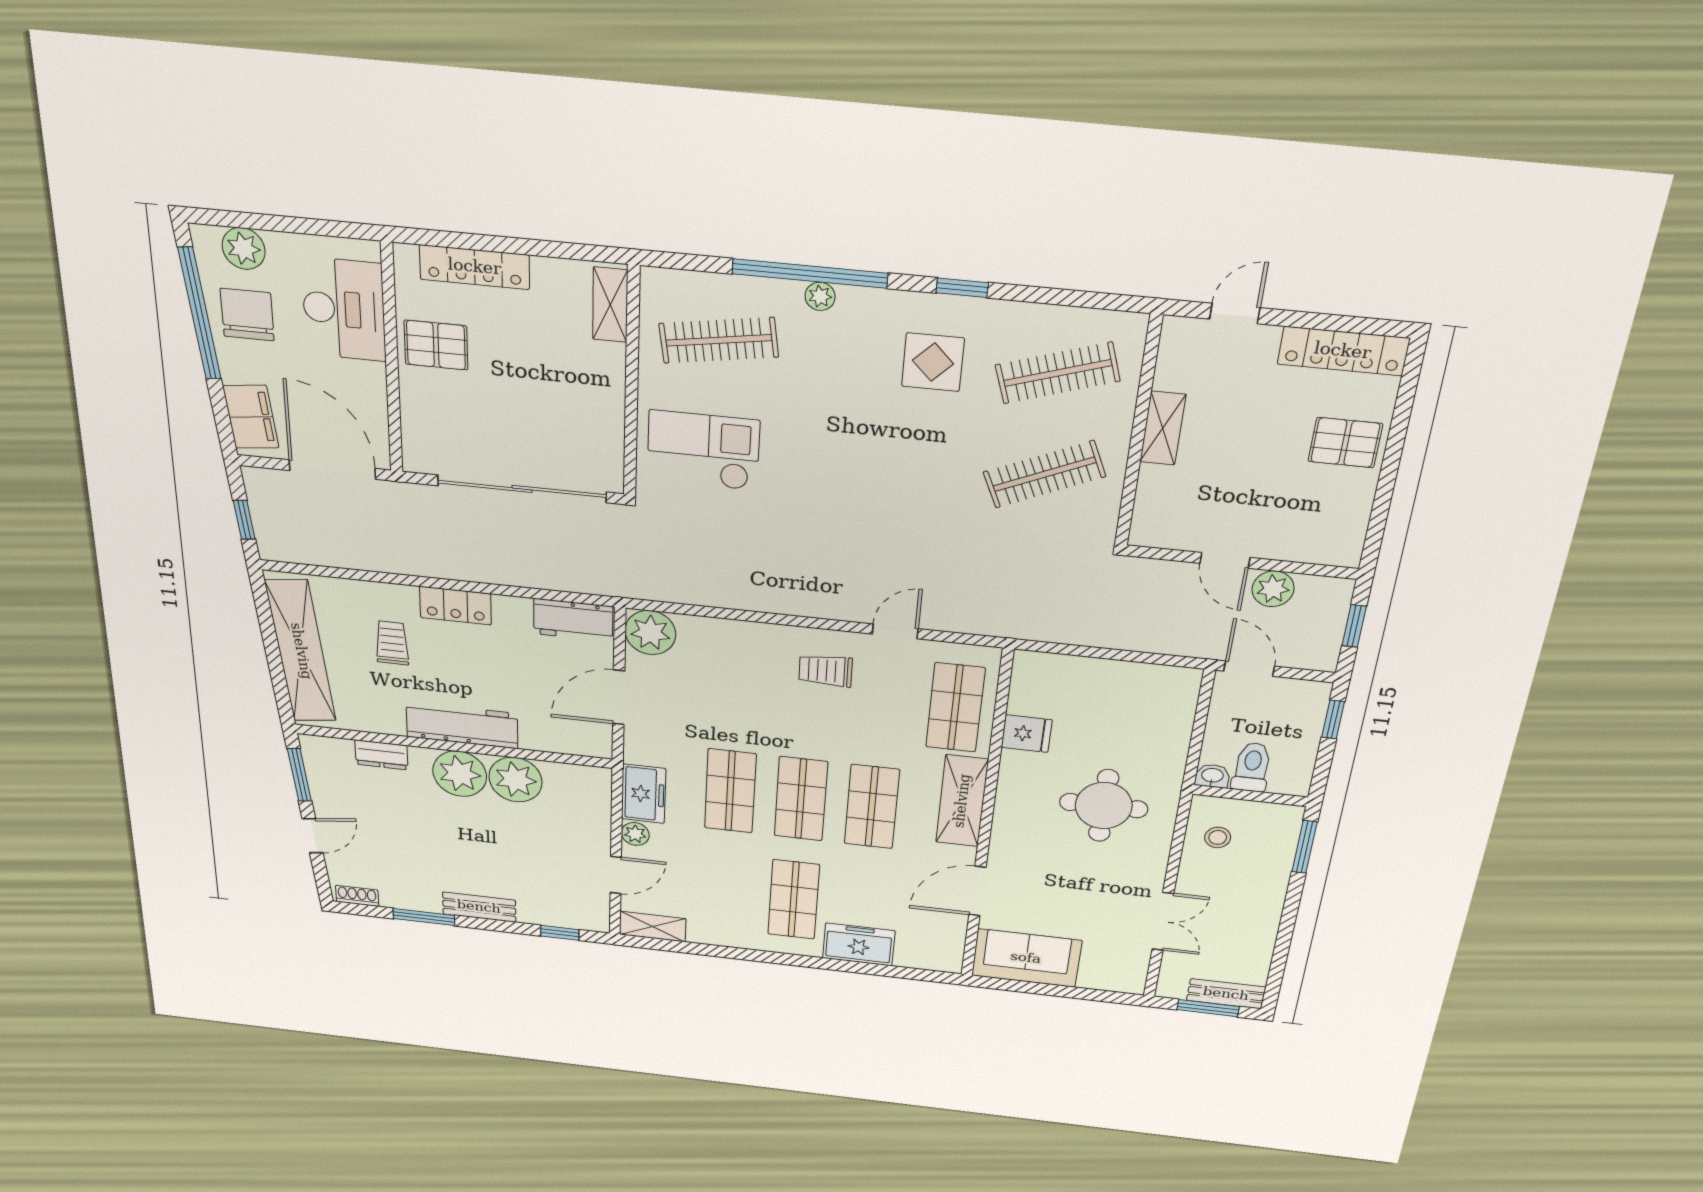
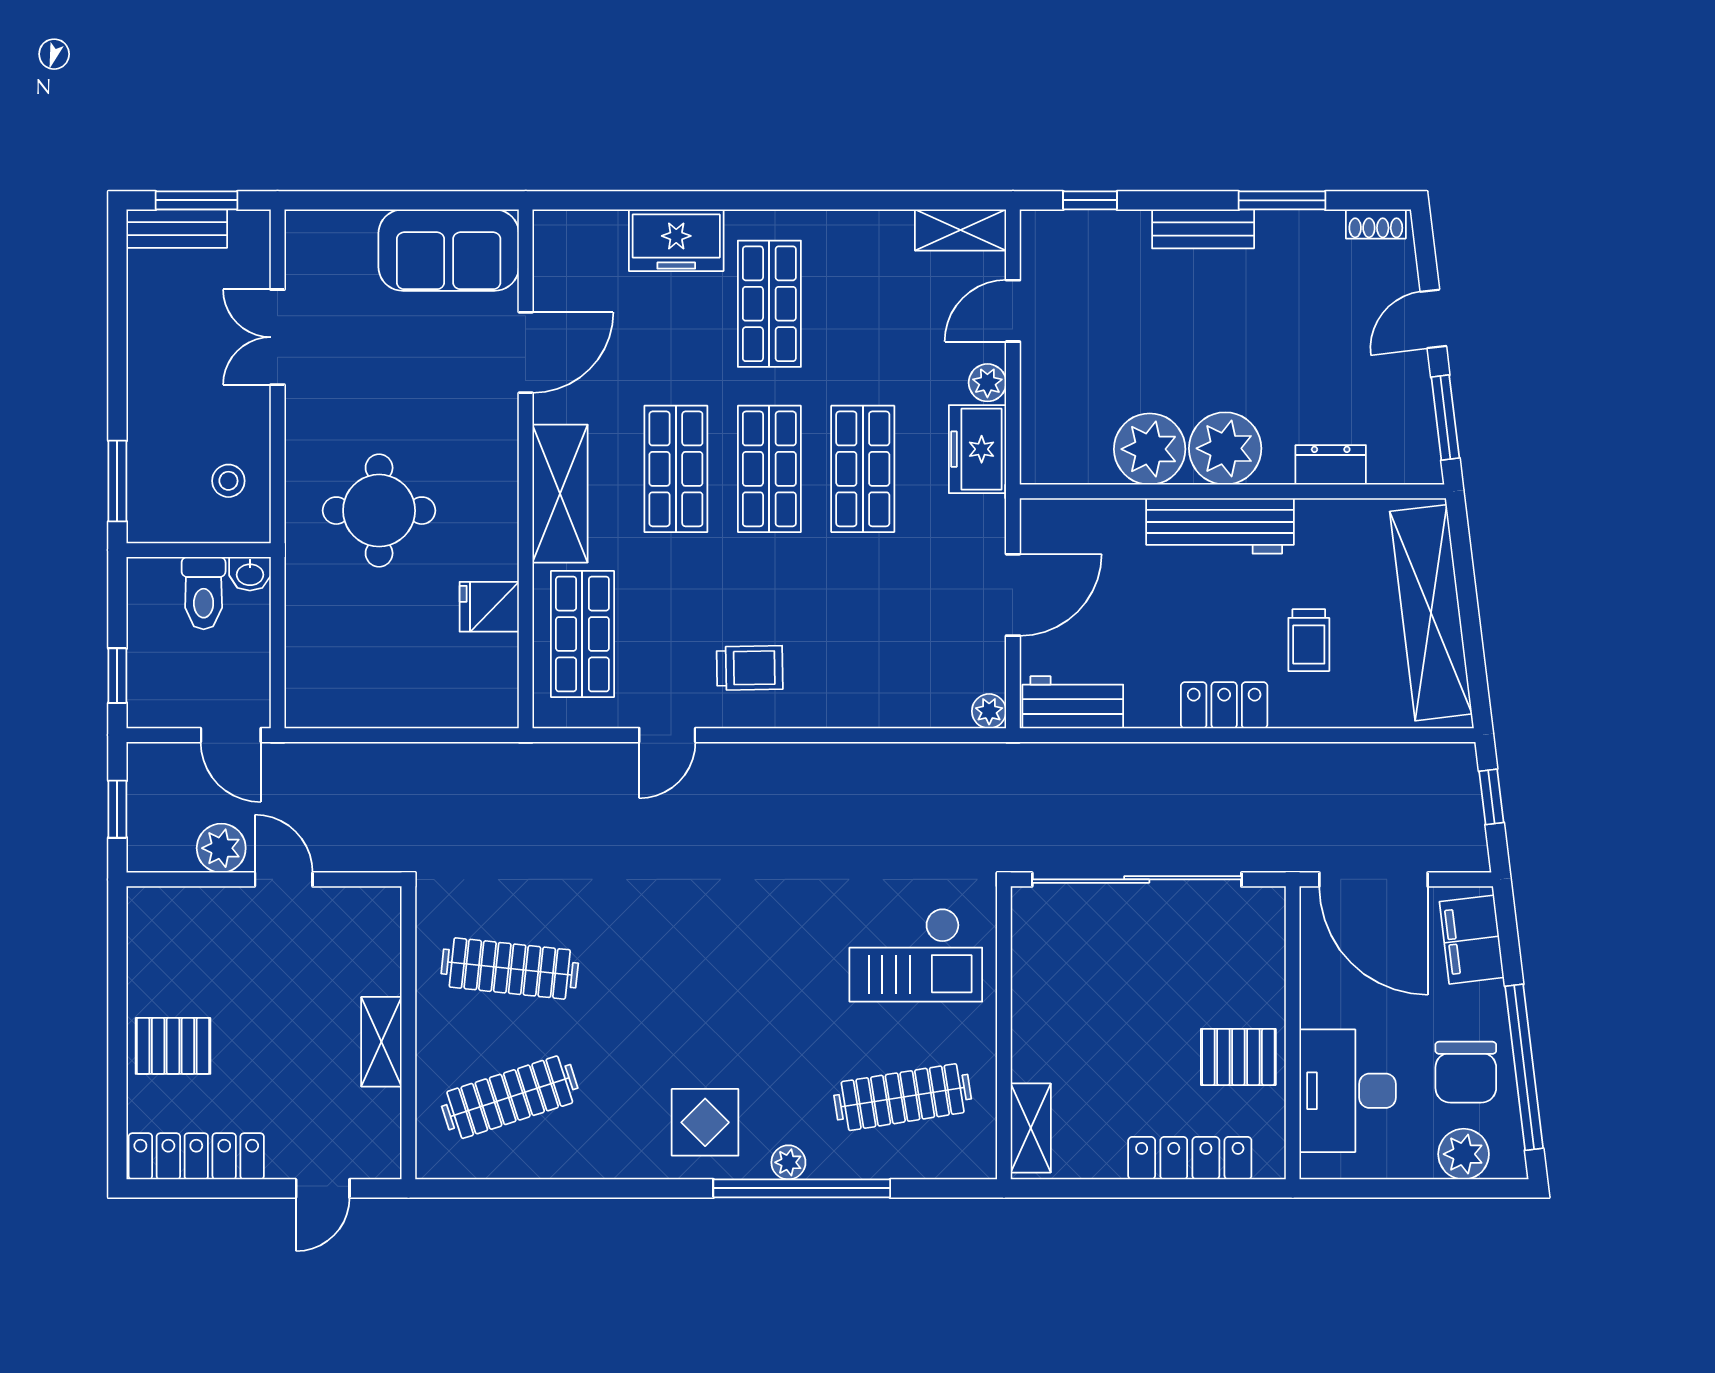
window: (962, 288) -> (629, 1188), removed
display table: (933, 362) -> (705, 1122), moved
clothes rail: (1044, 474) -> (510, 968), turned 30
plant: (650, 633) -> (989, 711), width x0.53, depth x0.53

